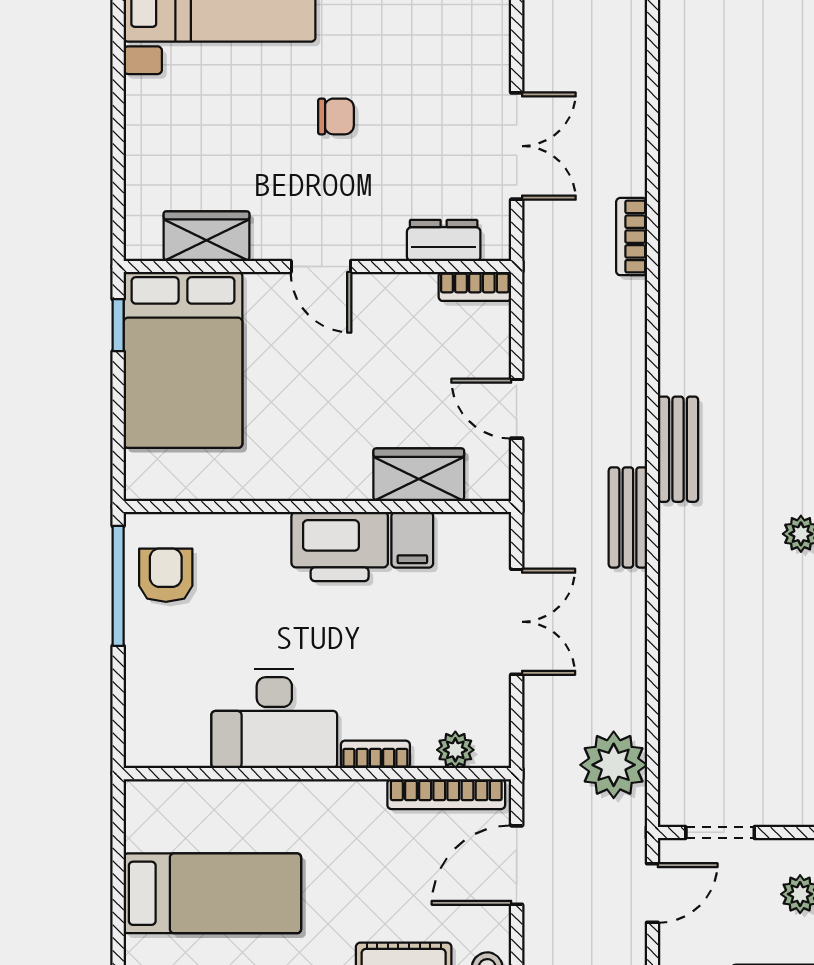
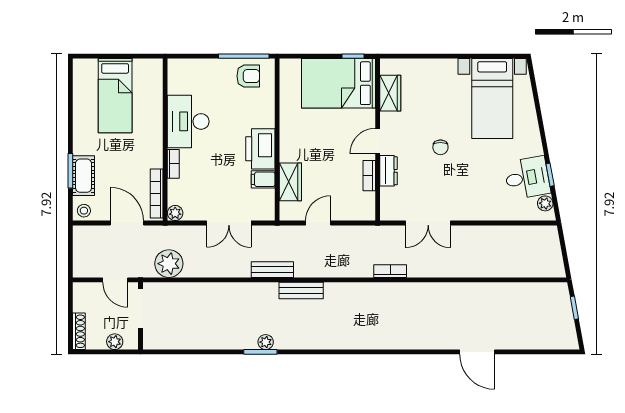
dresser: (444, 240) -> (388, 171), moved
bookcase: (475, 286) -> (369, 176), moved
plant: (455, 750) -> (175, 213), moved
doorway: (720, 832) -> (141, 308), width x1.38

